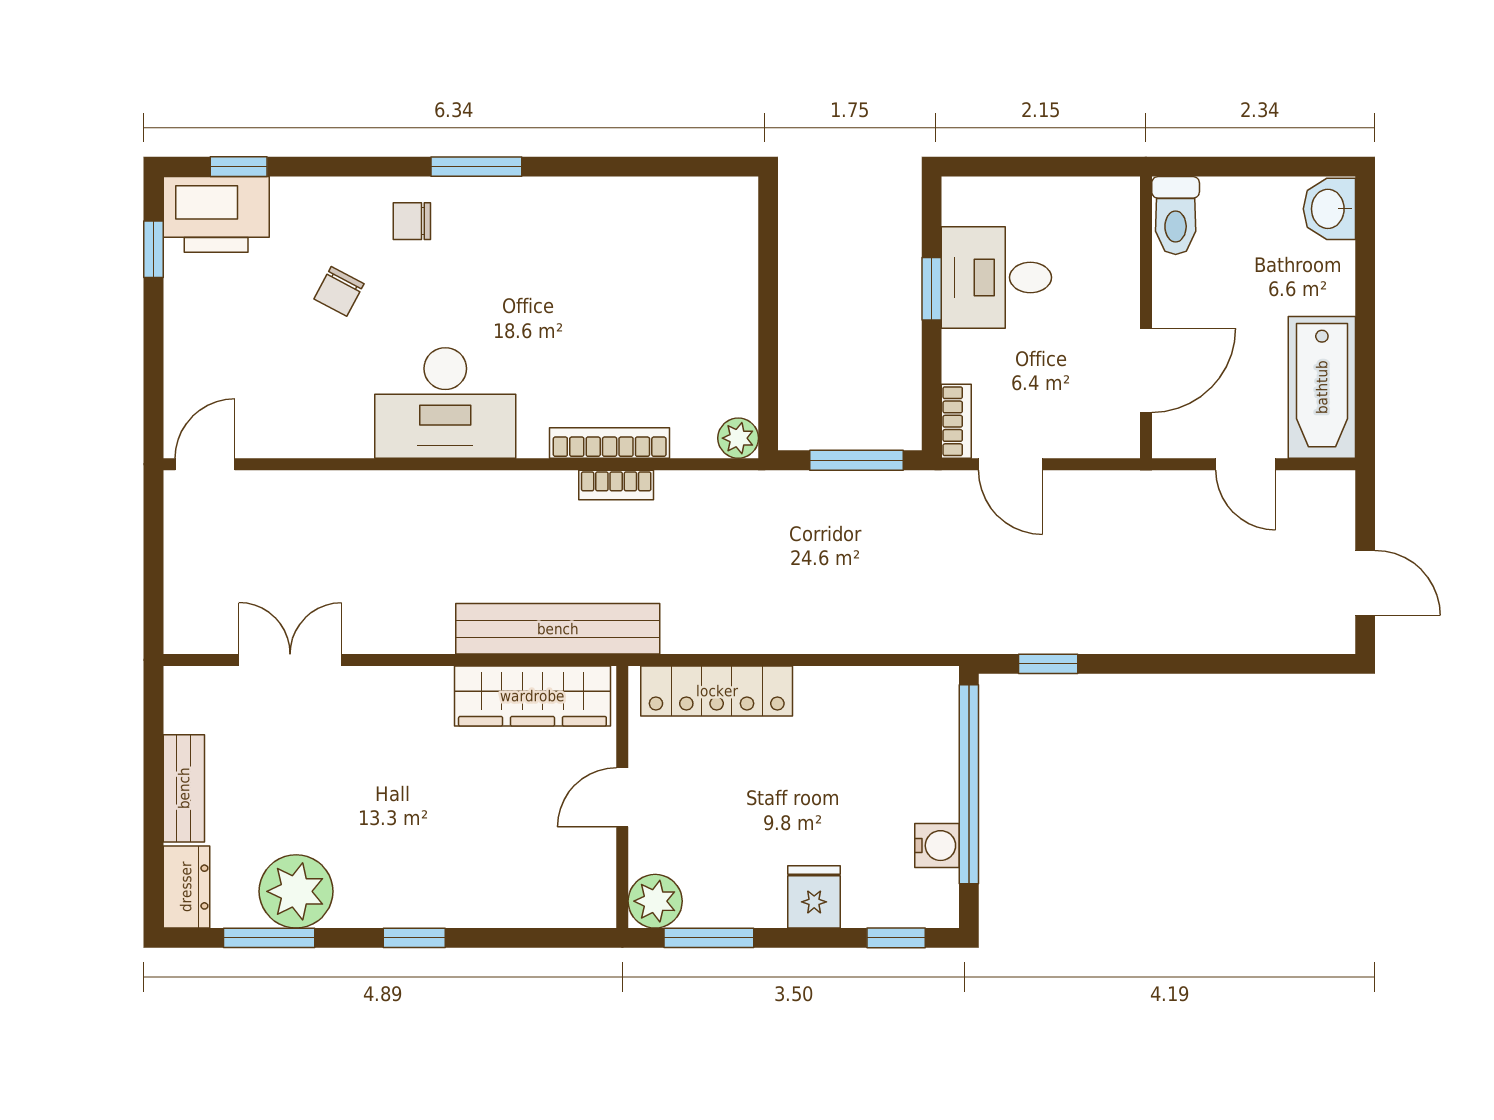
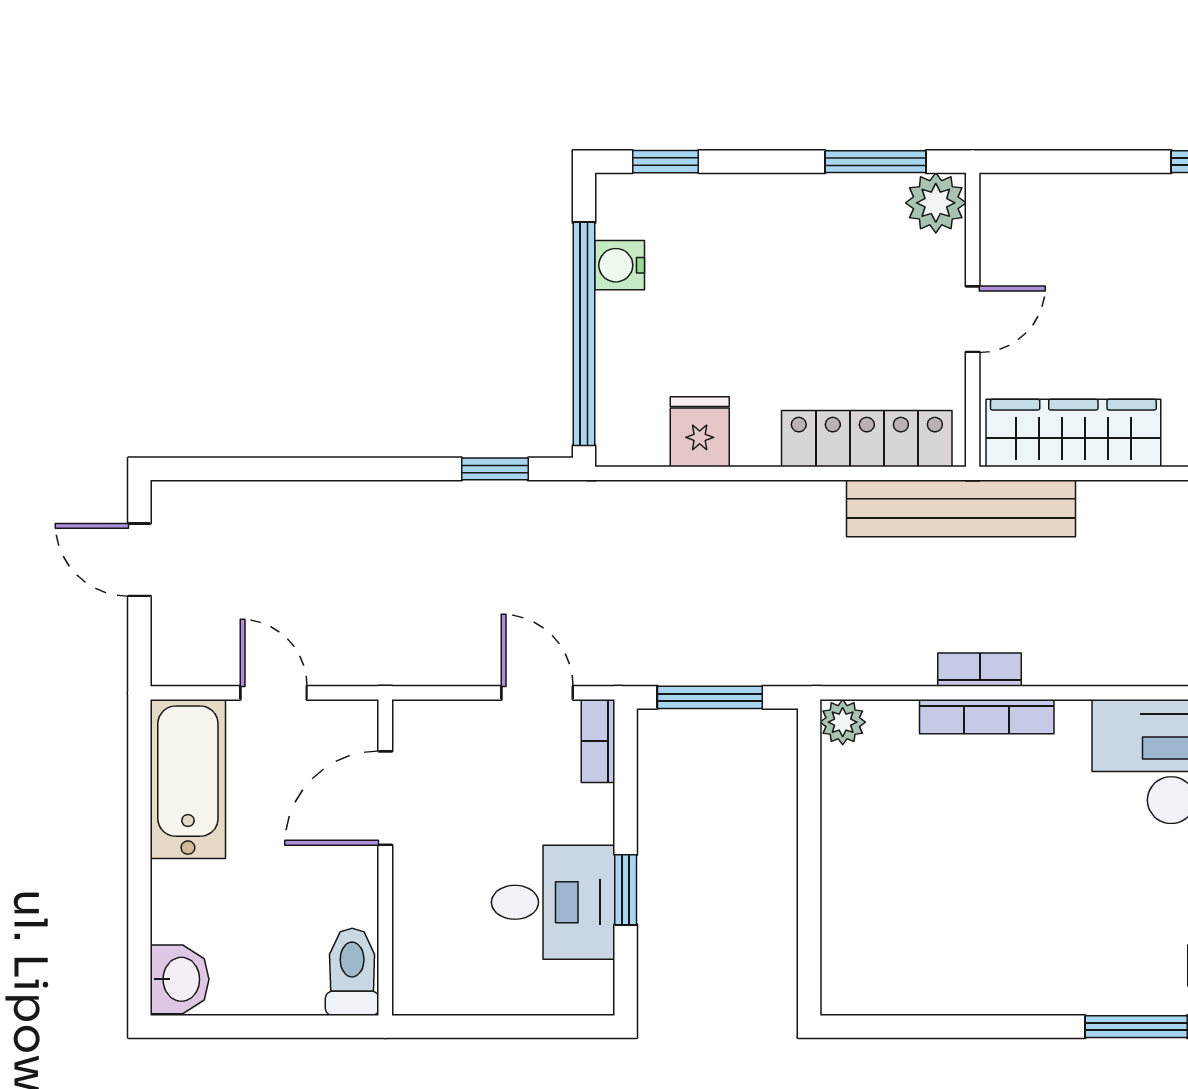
bench: (558, 629) -> (961, 508), moved
fridge: (814, 897) -> (700, 432), moved, turned 180

